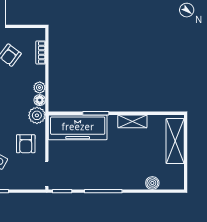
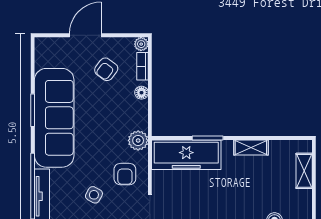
plant: (40, 87) -> (141, 44), moved
floor lamp: (40, 100) -> (141, 93), moved
shelving: (175, 141) -> (304, 171), width x0.67, depth x0.75

